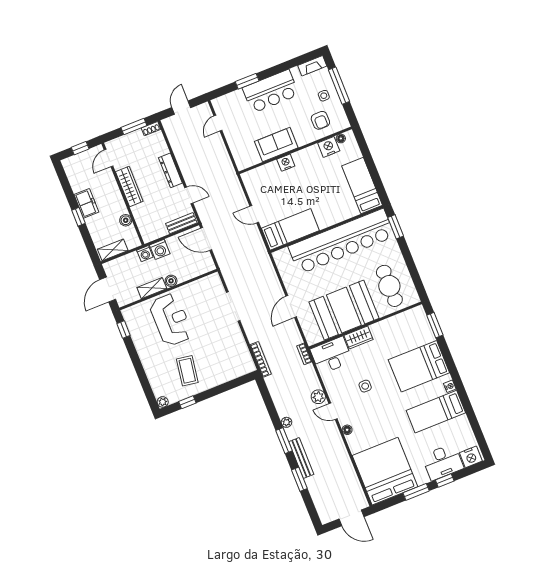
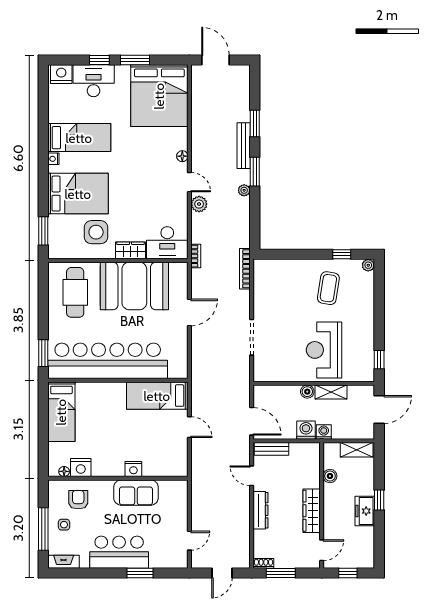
side table: (365, 386) -> (96, 232), moved, width x1.87, depth x1.87

